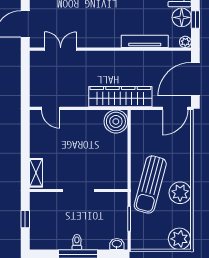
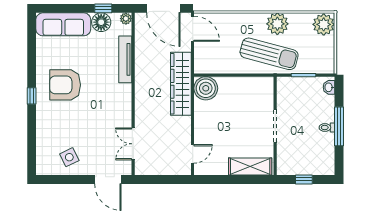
shelving: (36, 173) -> (250, 166), width x1.50, depth x1.33

